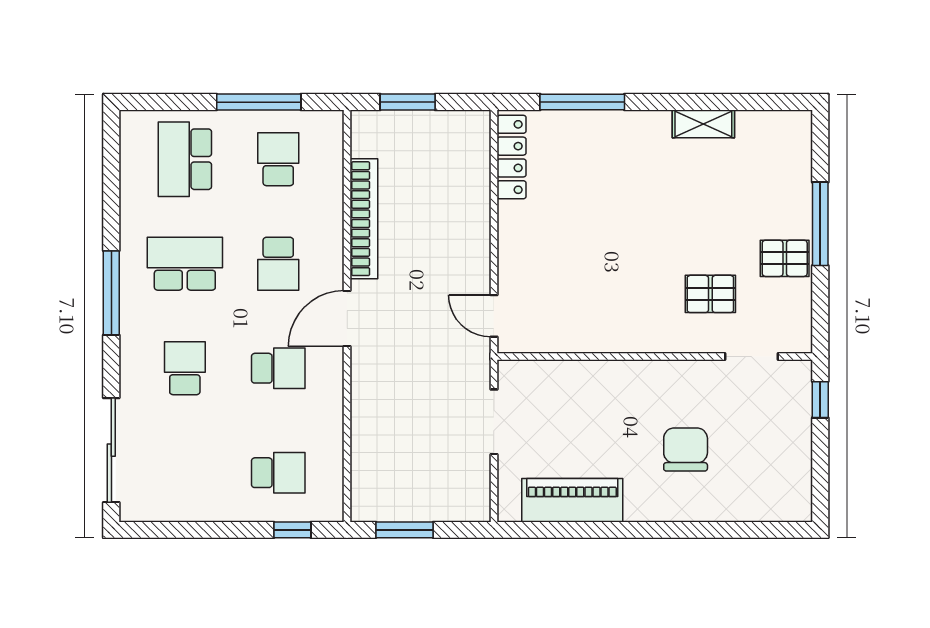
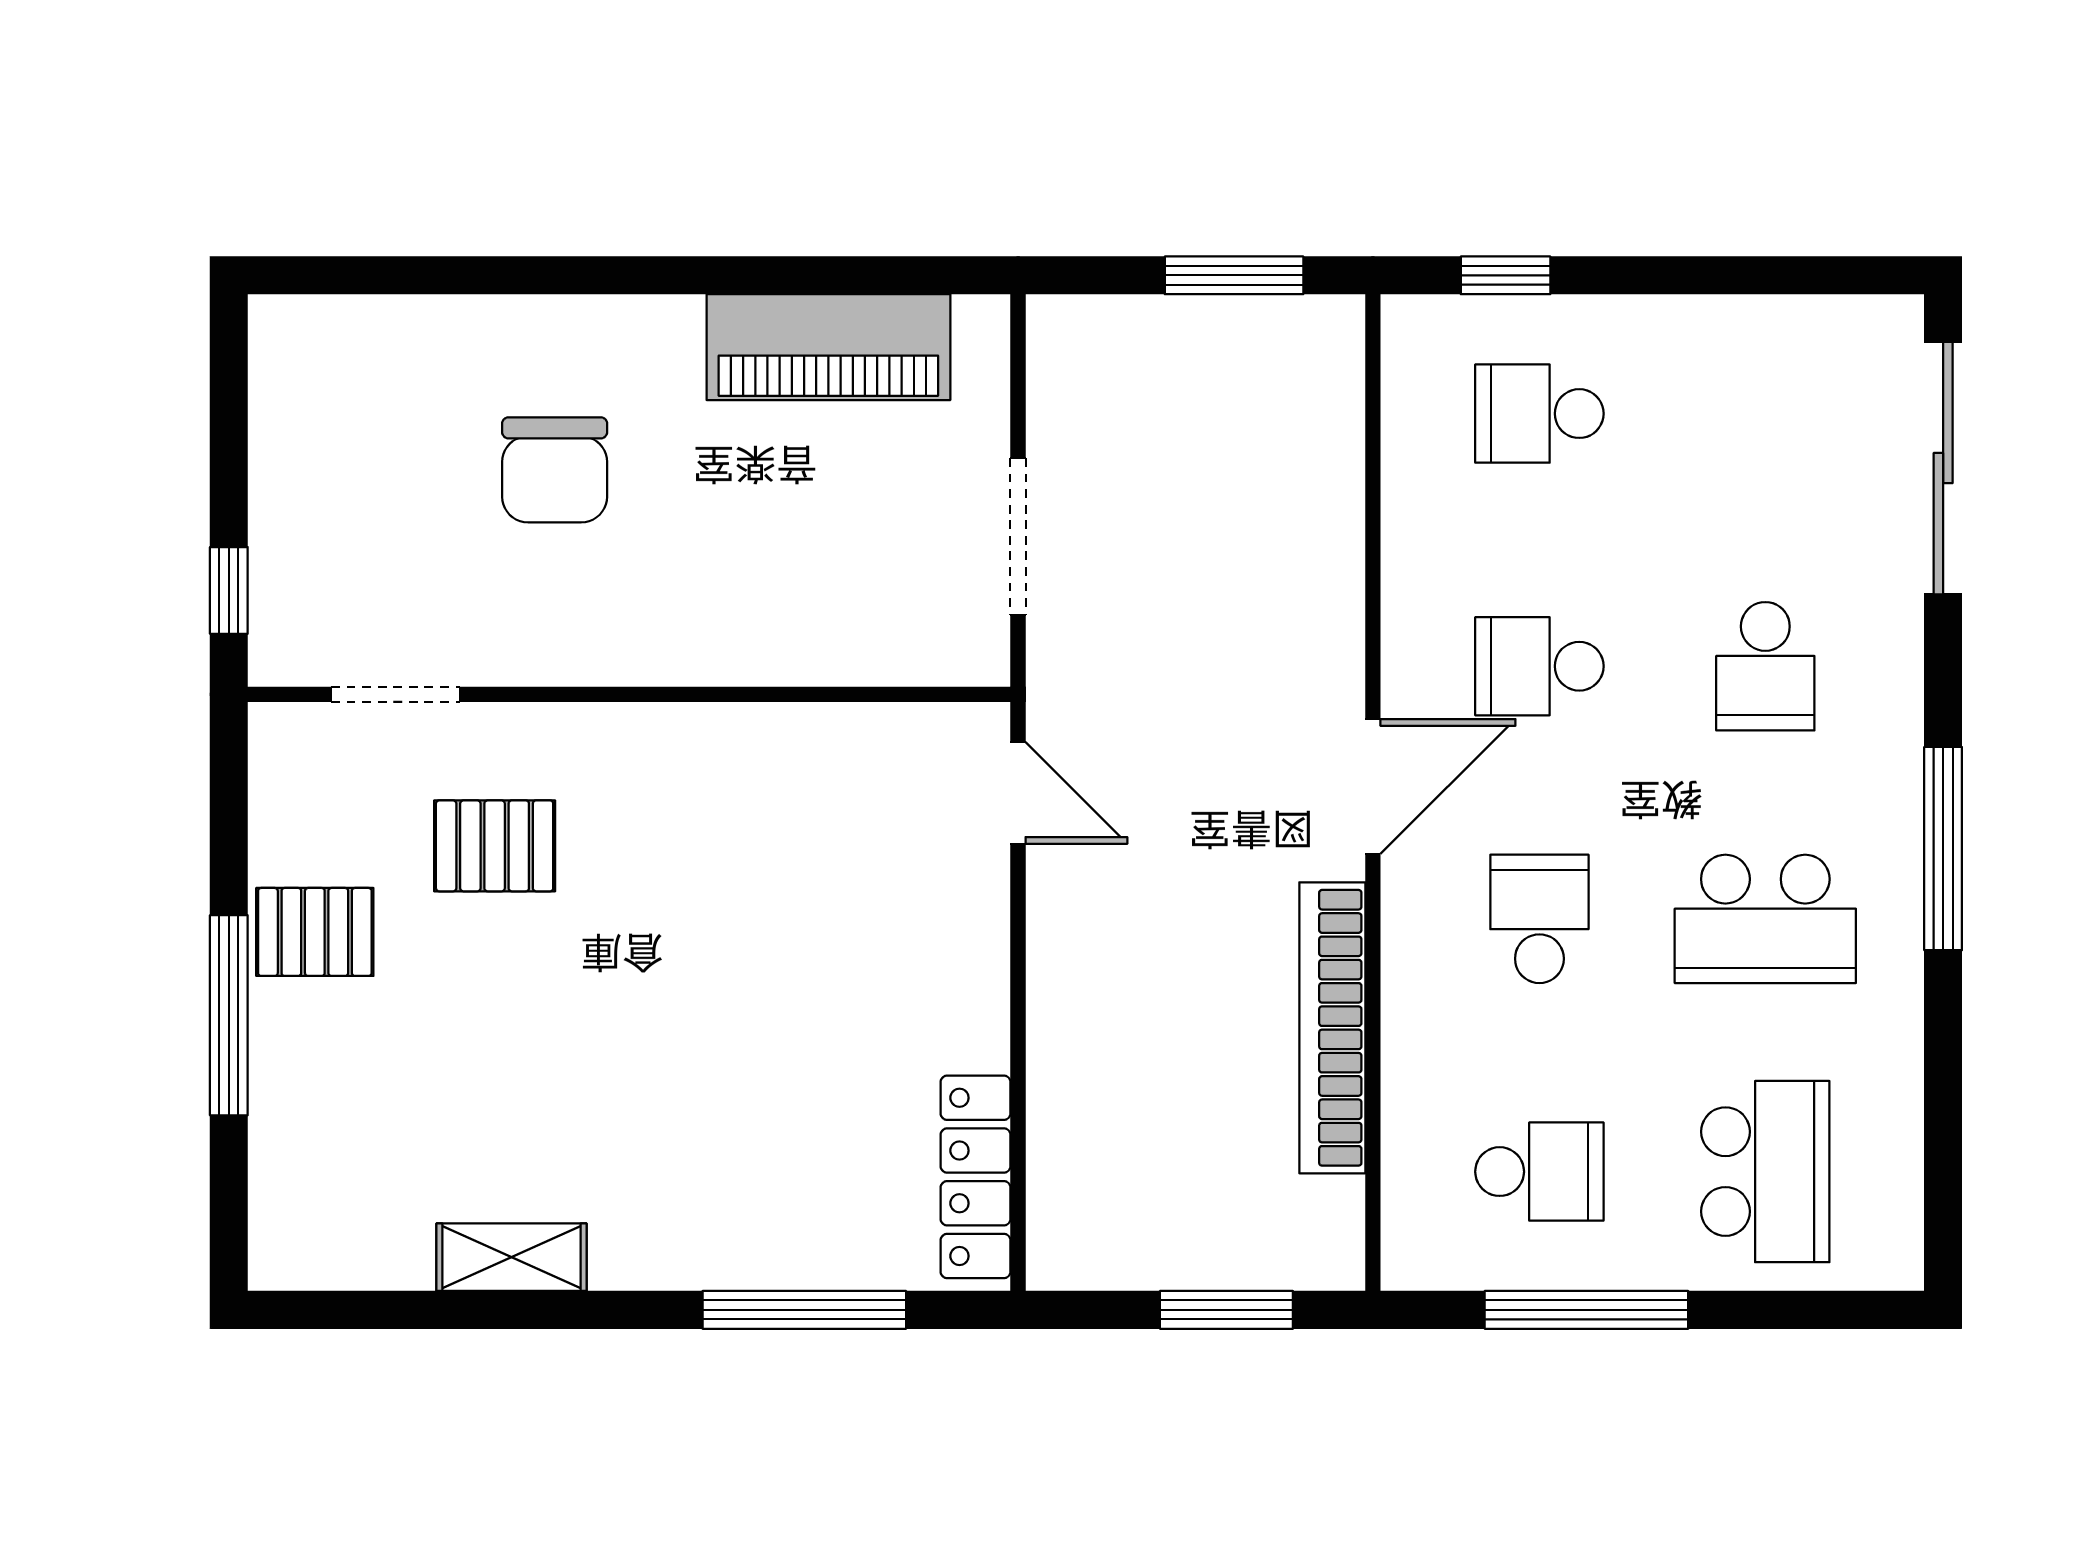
school desk: (278, 159) -> (1539, 1172), turned -90

